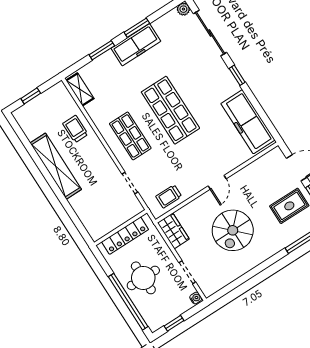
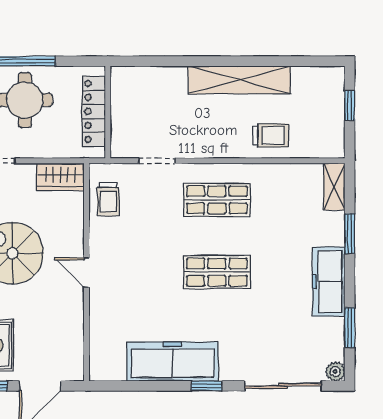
window: (137, 28) -> (350, 328), moved
shelving: (80, 89) -> (334, 187), moved, turned 90
shop shelf: (170, 110) -> (217, 272), width x0.70, depth x0.74
freezer: (248, 122) -> (172, 362), moved
trolley: (169, 196) -> (108, 199), turned 180

